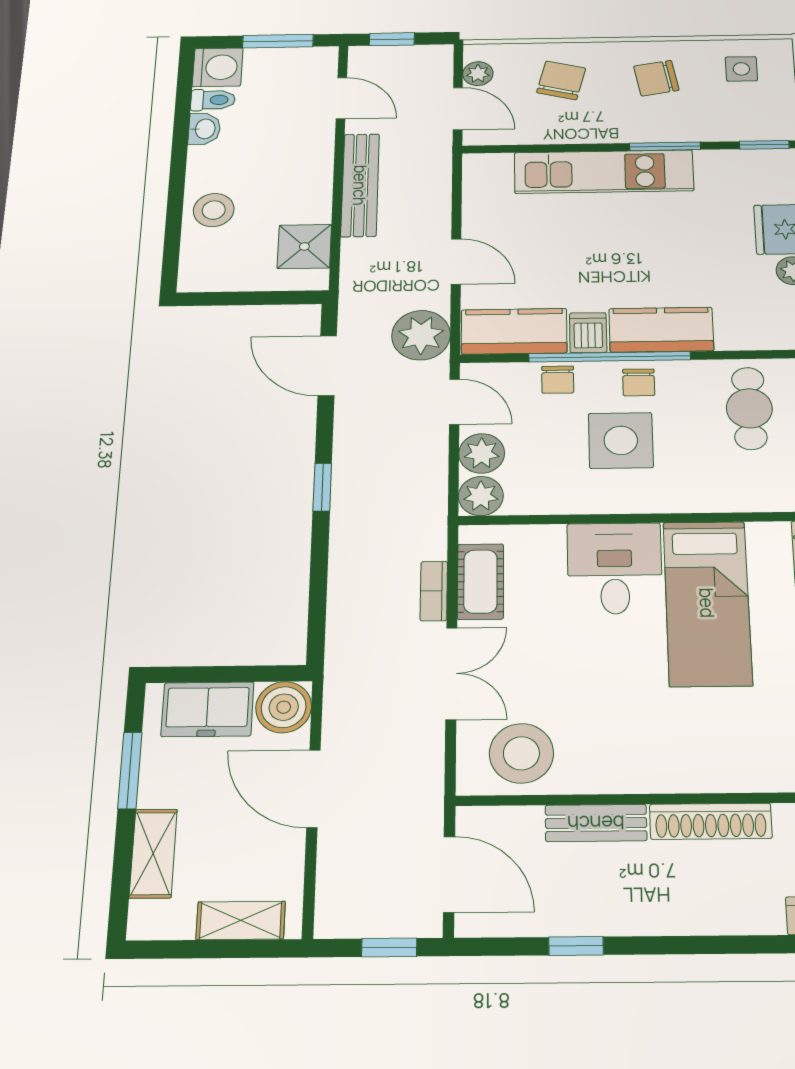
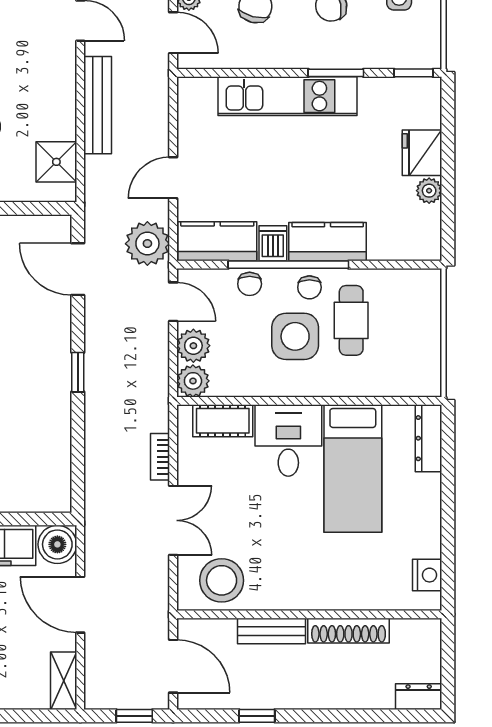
door: (456, 262) -> (173, 178), swing flipped
cafe table: (749, 408) -> (351, 320), moved
cot: (480, 581) -> (223, 421), moved, turned 90
shelving: (241, 920) -> (64, 681), moved, turned 90

